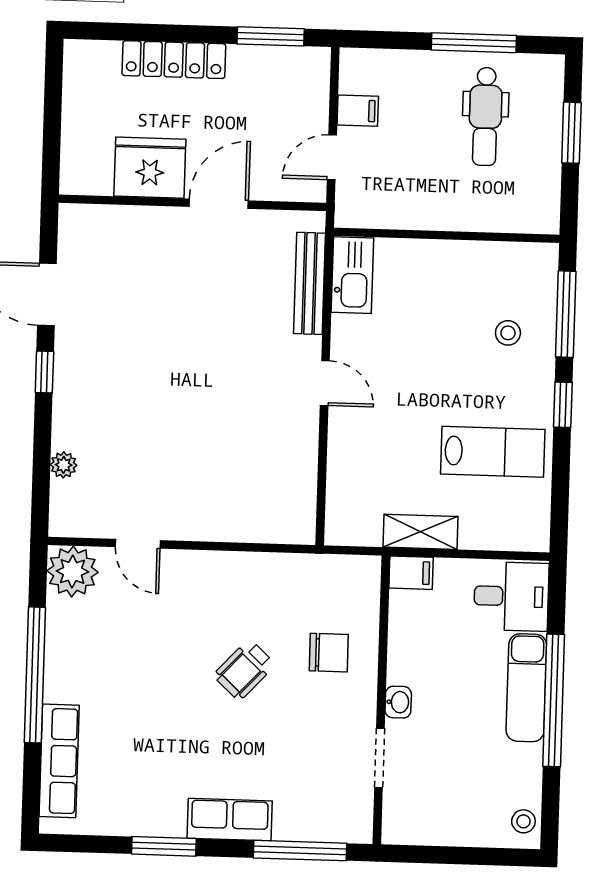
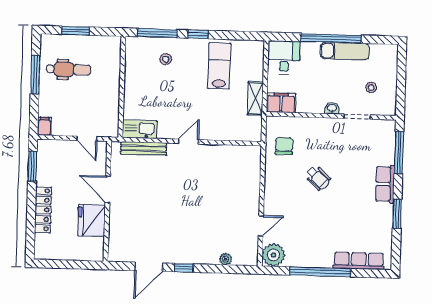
filing cabinet: (358, 111) -> (44, 126), moved
filing cabinet: (411, 573) -> (281, 103), width x2.00
chair: (329, 653) -> (284, 146), moved
exam couch: (526, 688) -> (345, 51), moved
stool: (523, 821) -> (371, 87), moved

